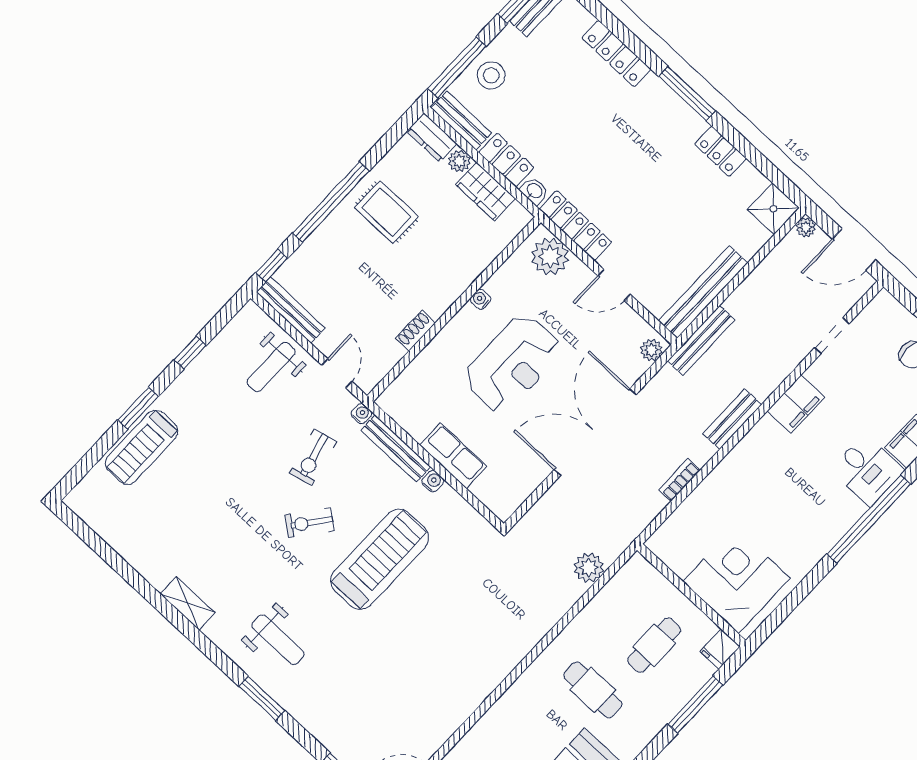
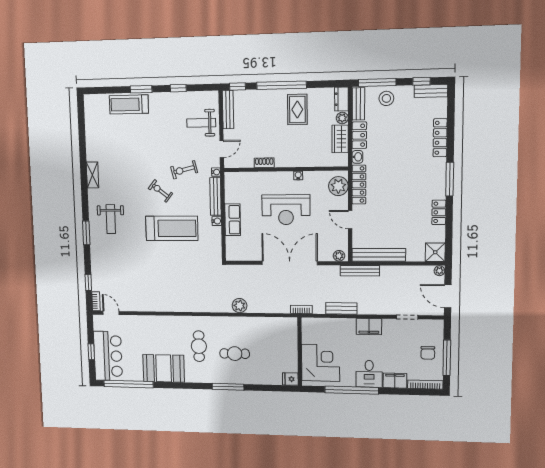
corner desk: (737, 580) -> (321, 363), moved
wall: (691, 595) -> (300, 352), moved
fridge: (720, 649) -> (290, 379), moved

